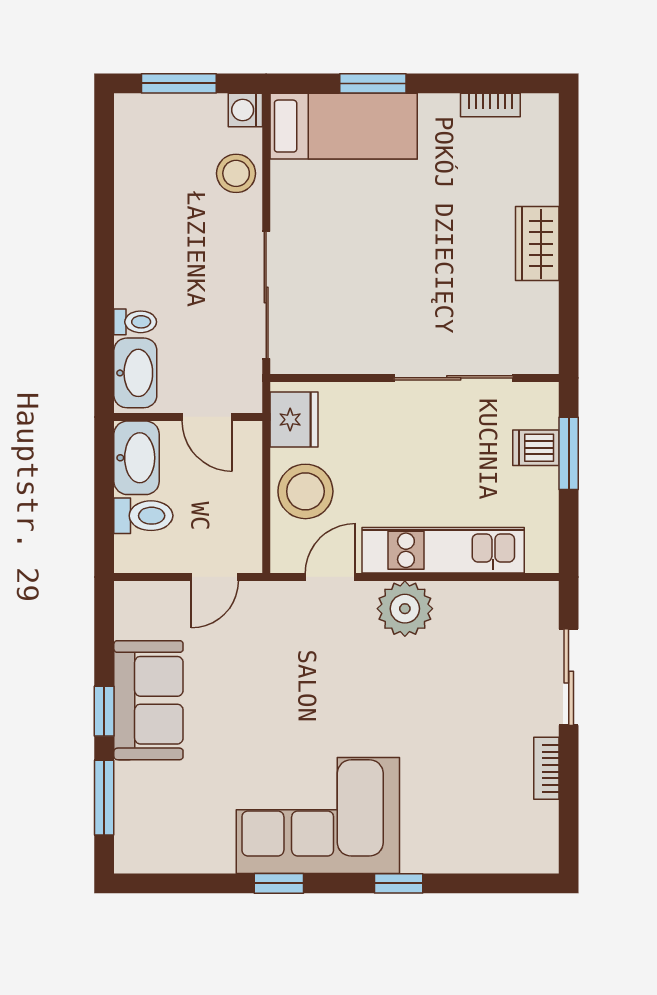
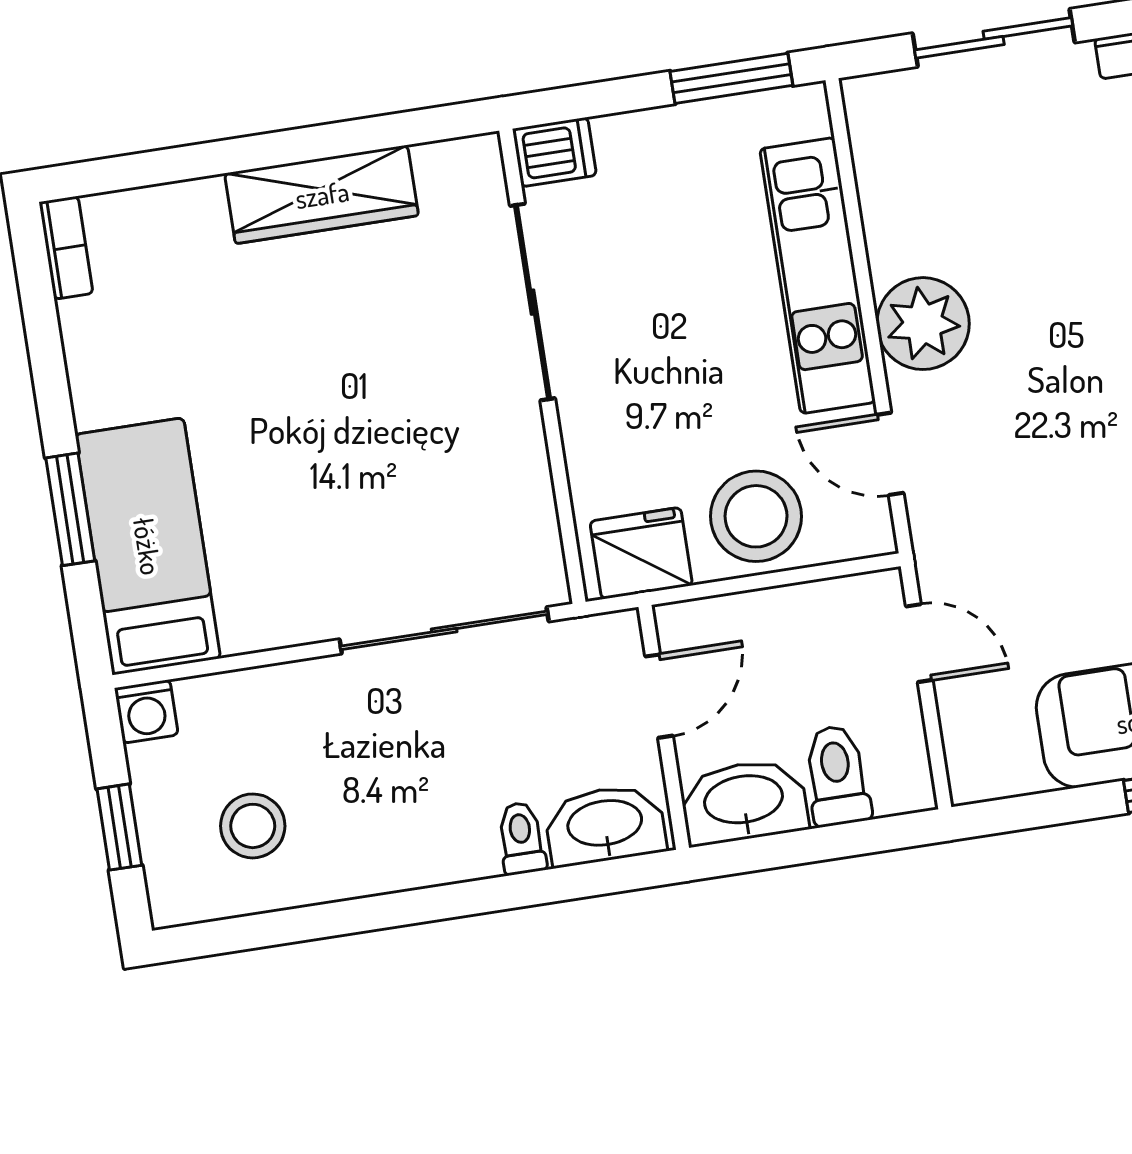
window: (179, 83) -> (119, 827), width x0.67
bookcase: (490, 105) -> (66, 248), moved
stool: (236, 173) -> (253, 826), moved
wardrobe: (537, 244) -> (322, 194), width x1.50
dishwasher: (536, 448) -> (554, 152), moved, turned -90
window: (569, 453) -> (731, 78), moved

